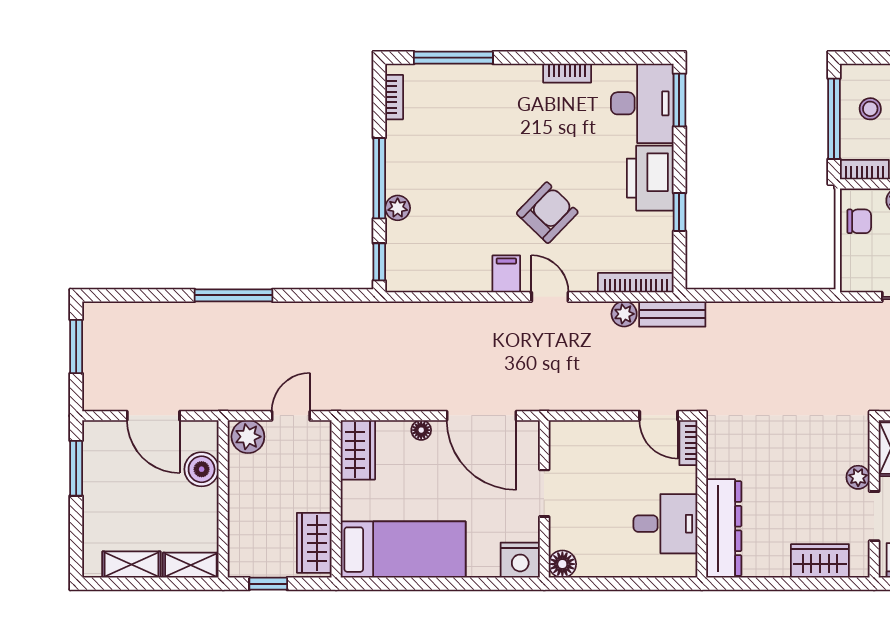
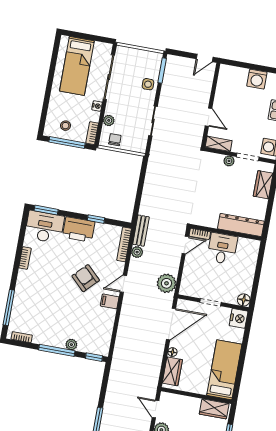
plant: (568, 390) -> (167, 283), added
wardrobe: (358, 450) -> (172, 371), moved, turned 90
desk: (665, 524) -> (222, 249), moved

